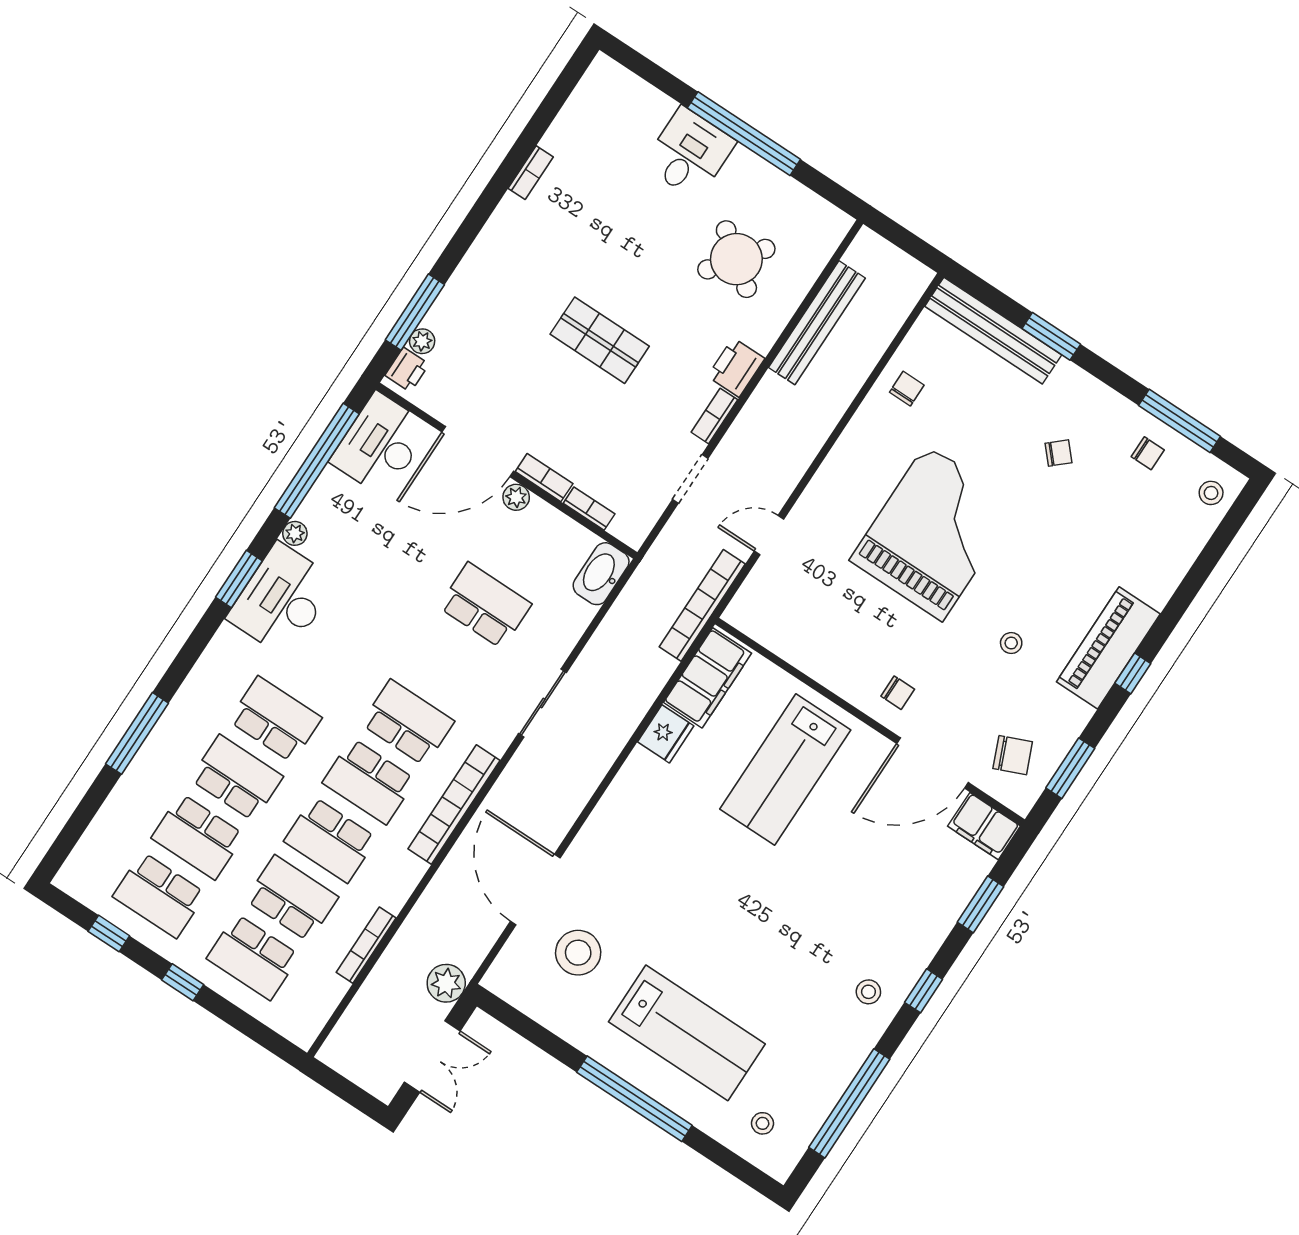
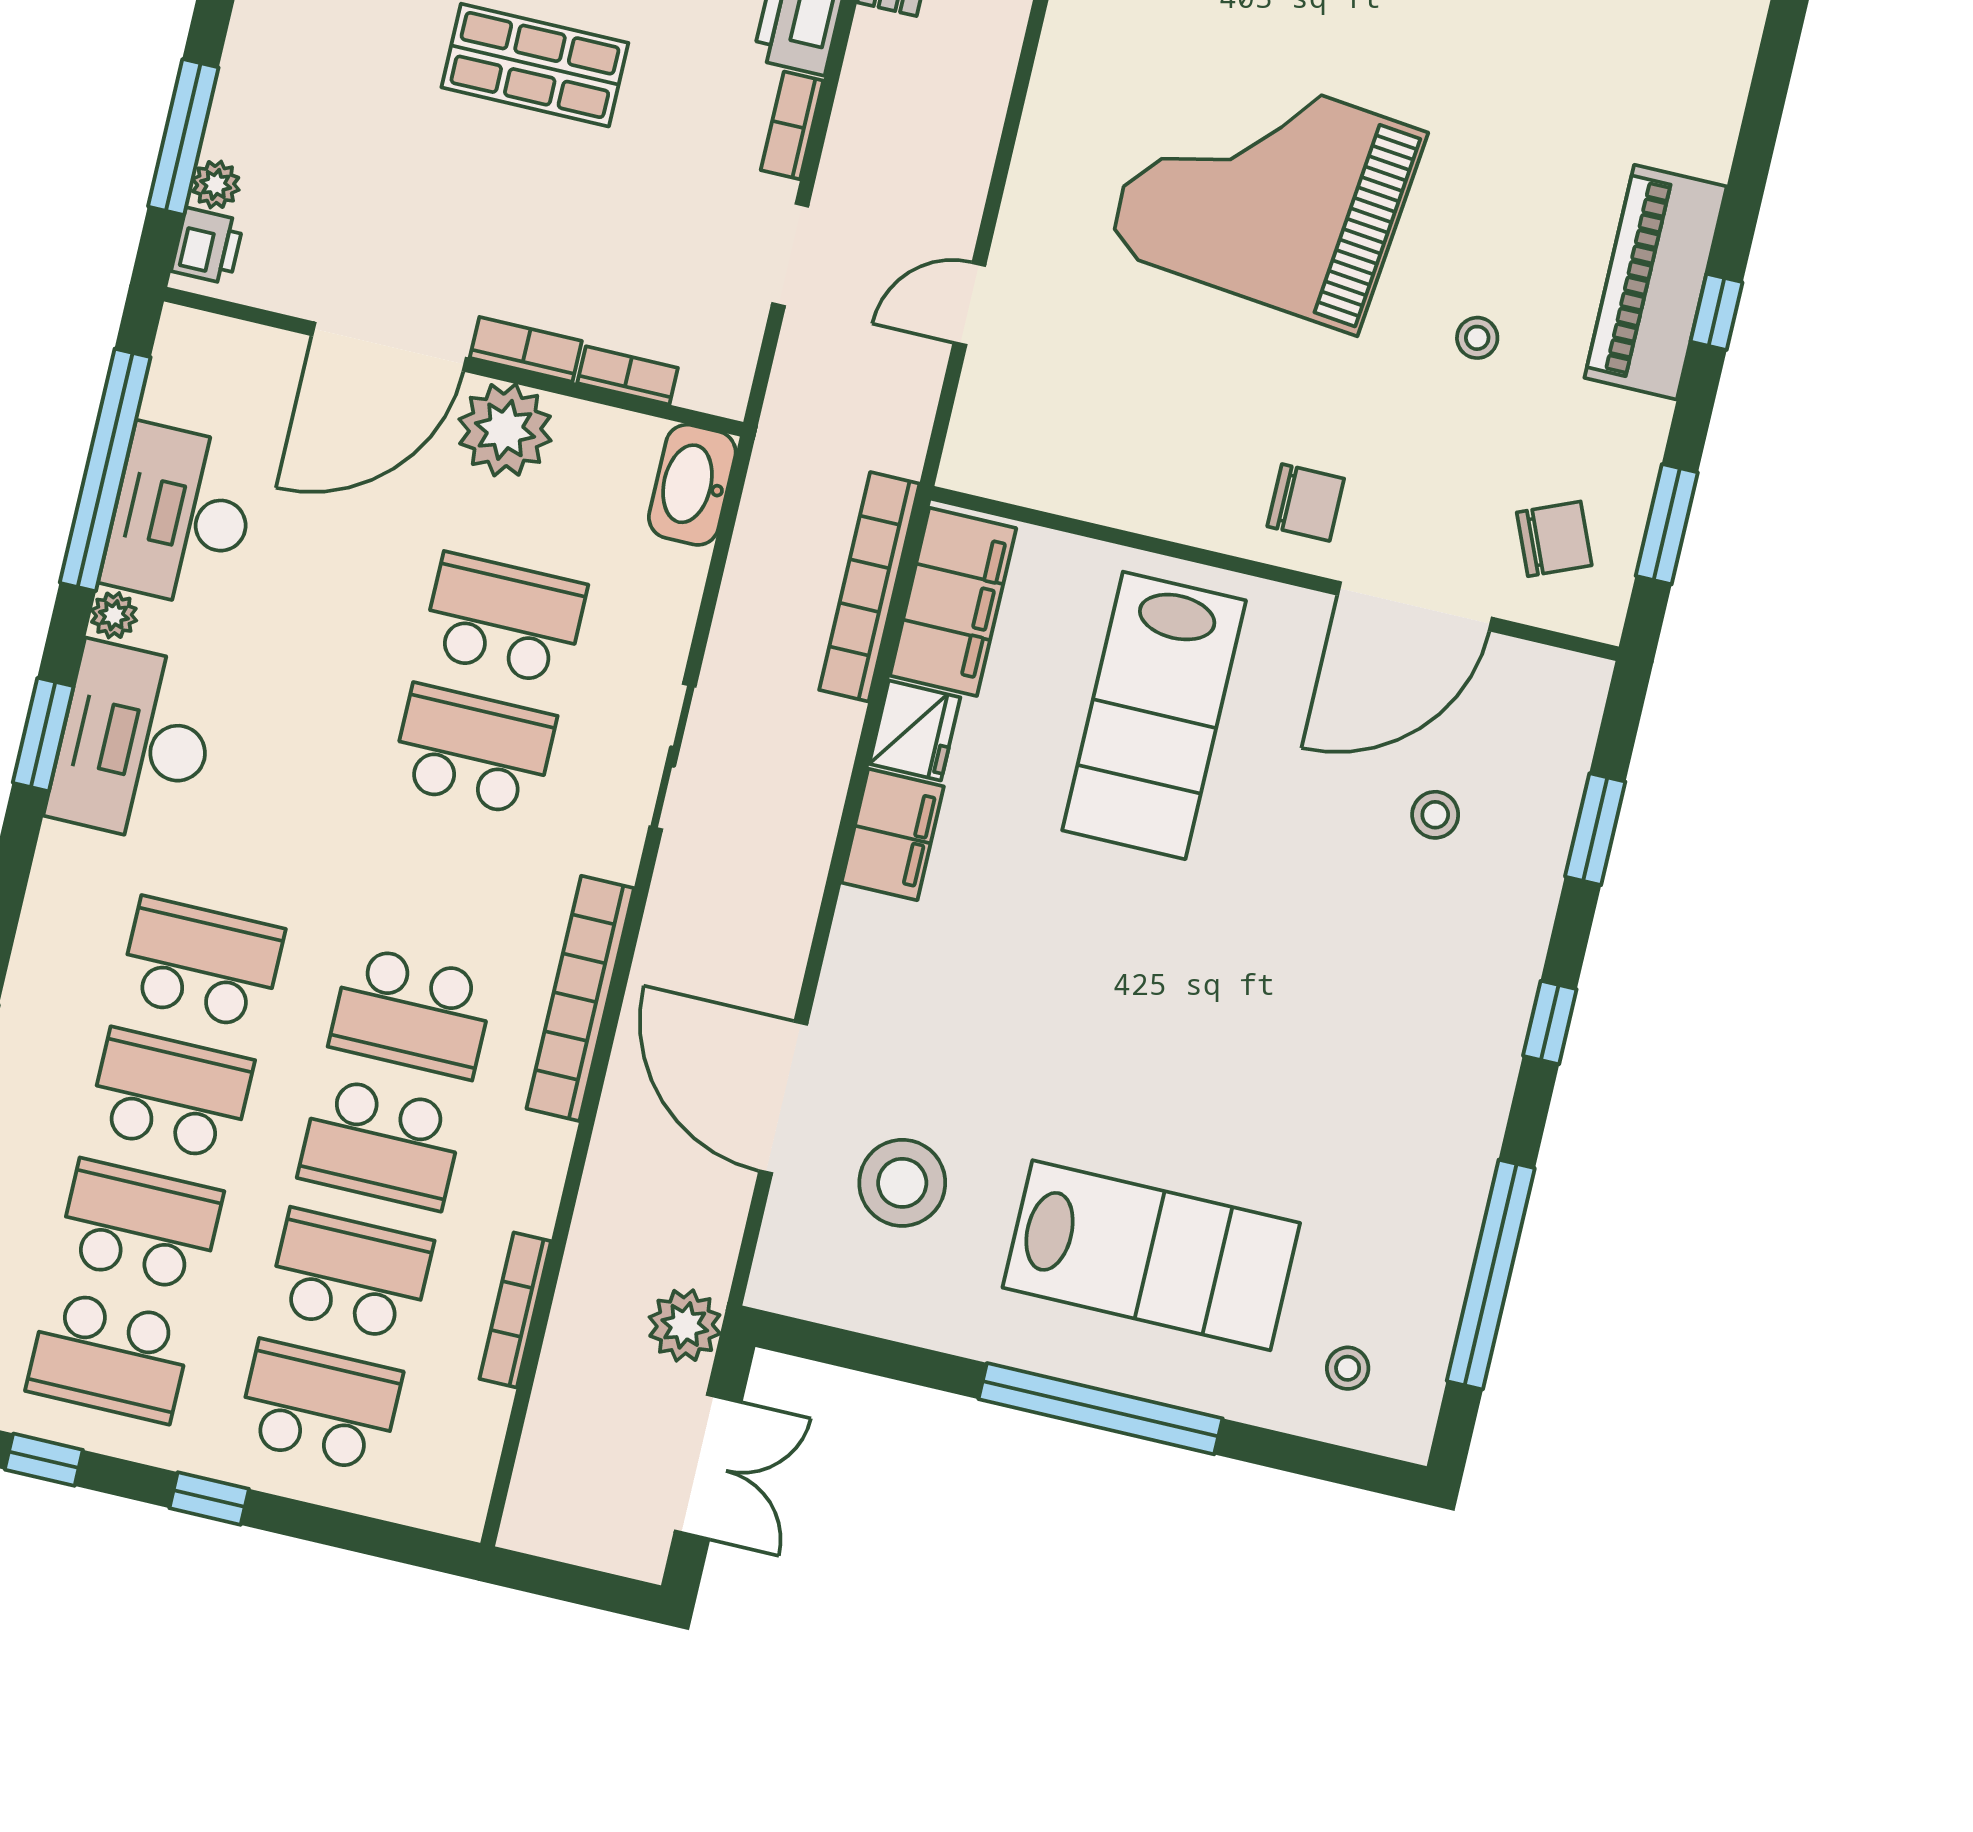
desk: (380, 444) -> (181, 516), moved
plant: (516, 497) -> (505, 430), width x1.87, depth x1.87
grand piano: (934, 533) -> (1265, 190), turned -84
bookcase: (702, 605) -> (869, 587), moved
chair: (898, 693) -> (1306, 503), width x1.37, depth x1.37
school desk: (408, 723) -> (473, 750), moved
filing cabinet: (984, 826) -> (893, 834), moved, turned -90
school desk: (198, 836) -> (140, 1225), turned 180
school desk: (253, 957) -> (320, 1406), turned 180
stool: (868, 992) -> (1435, 815), moved

